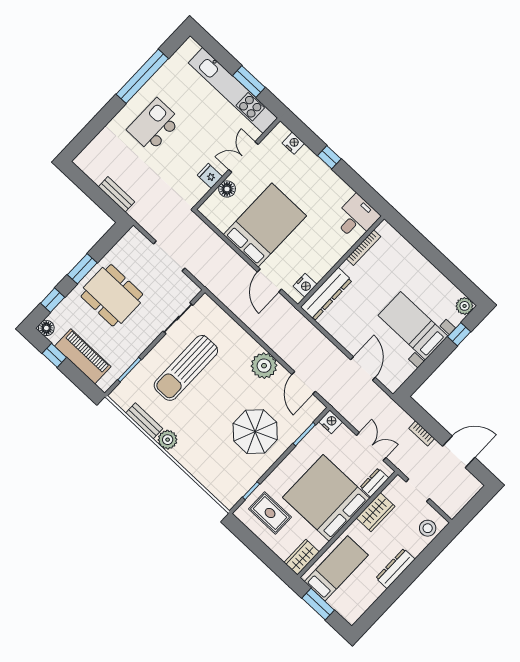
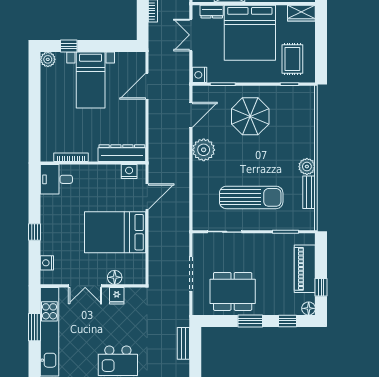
dining table: (112, 295) -> (233, 291), moved, turned 90

